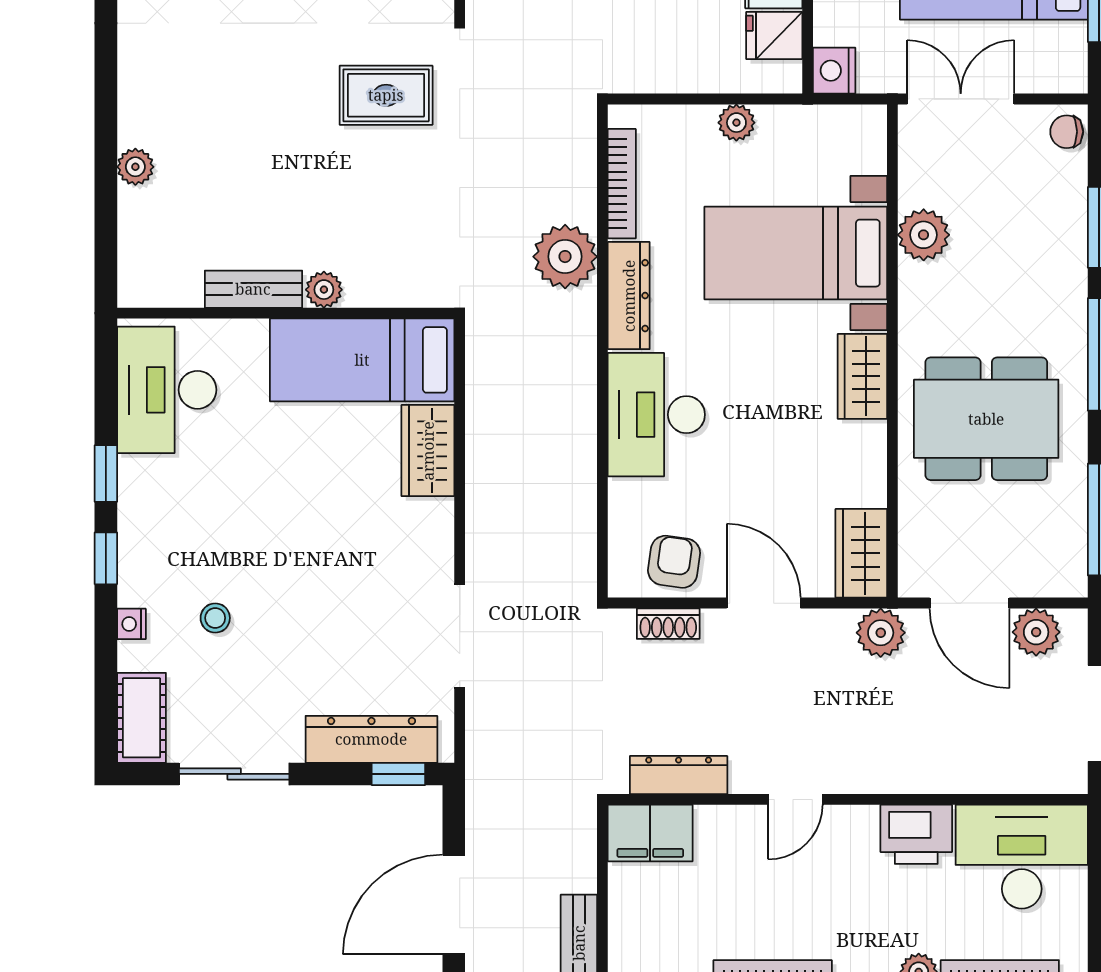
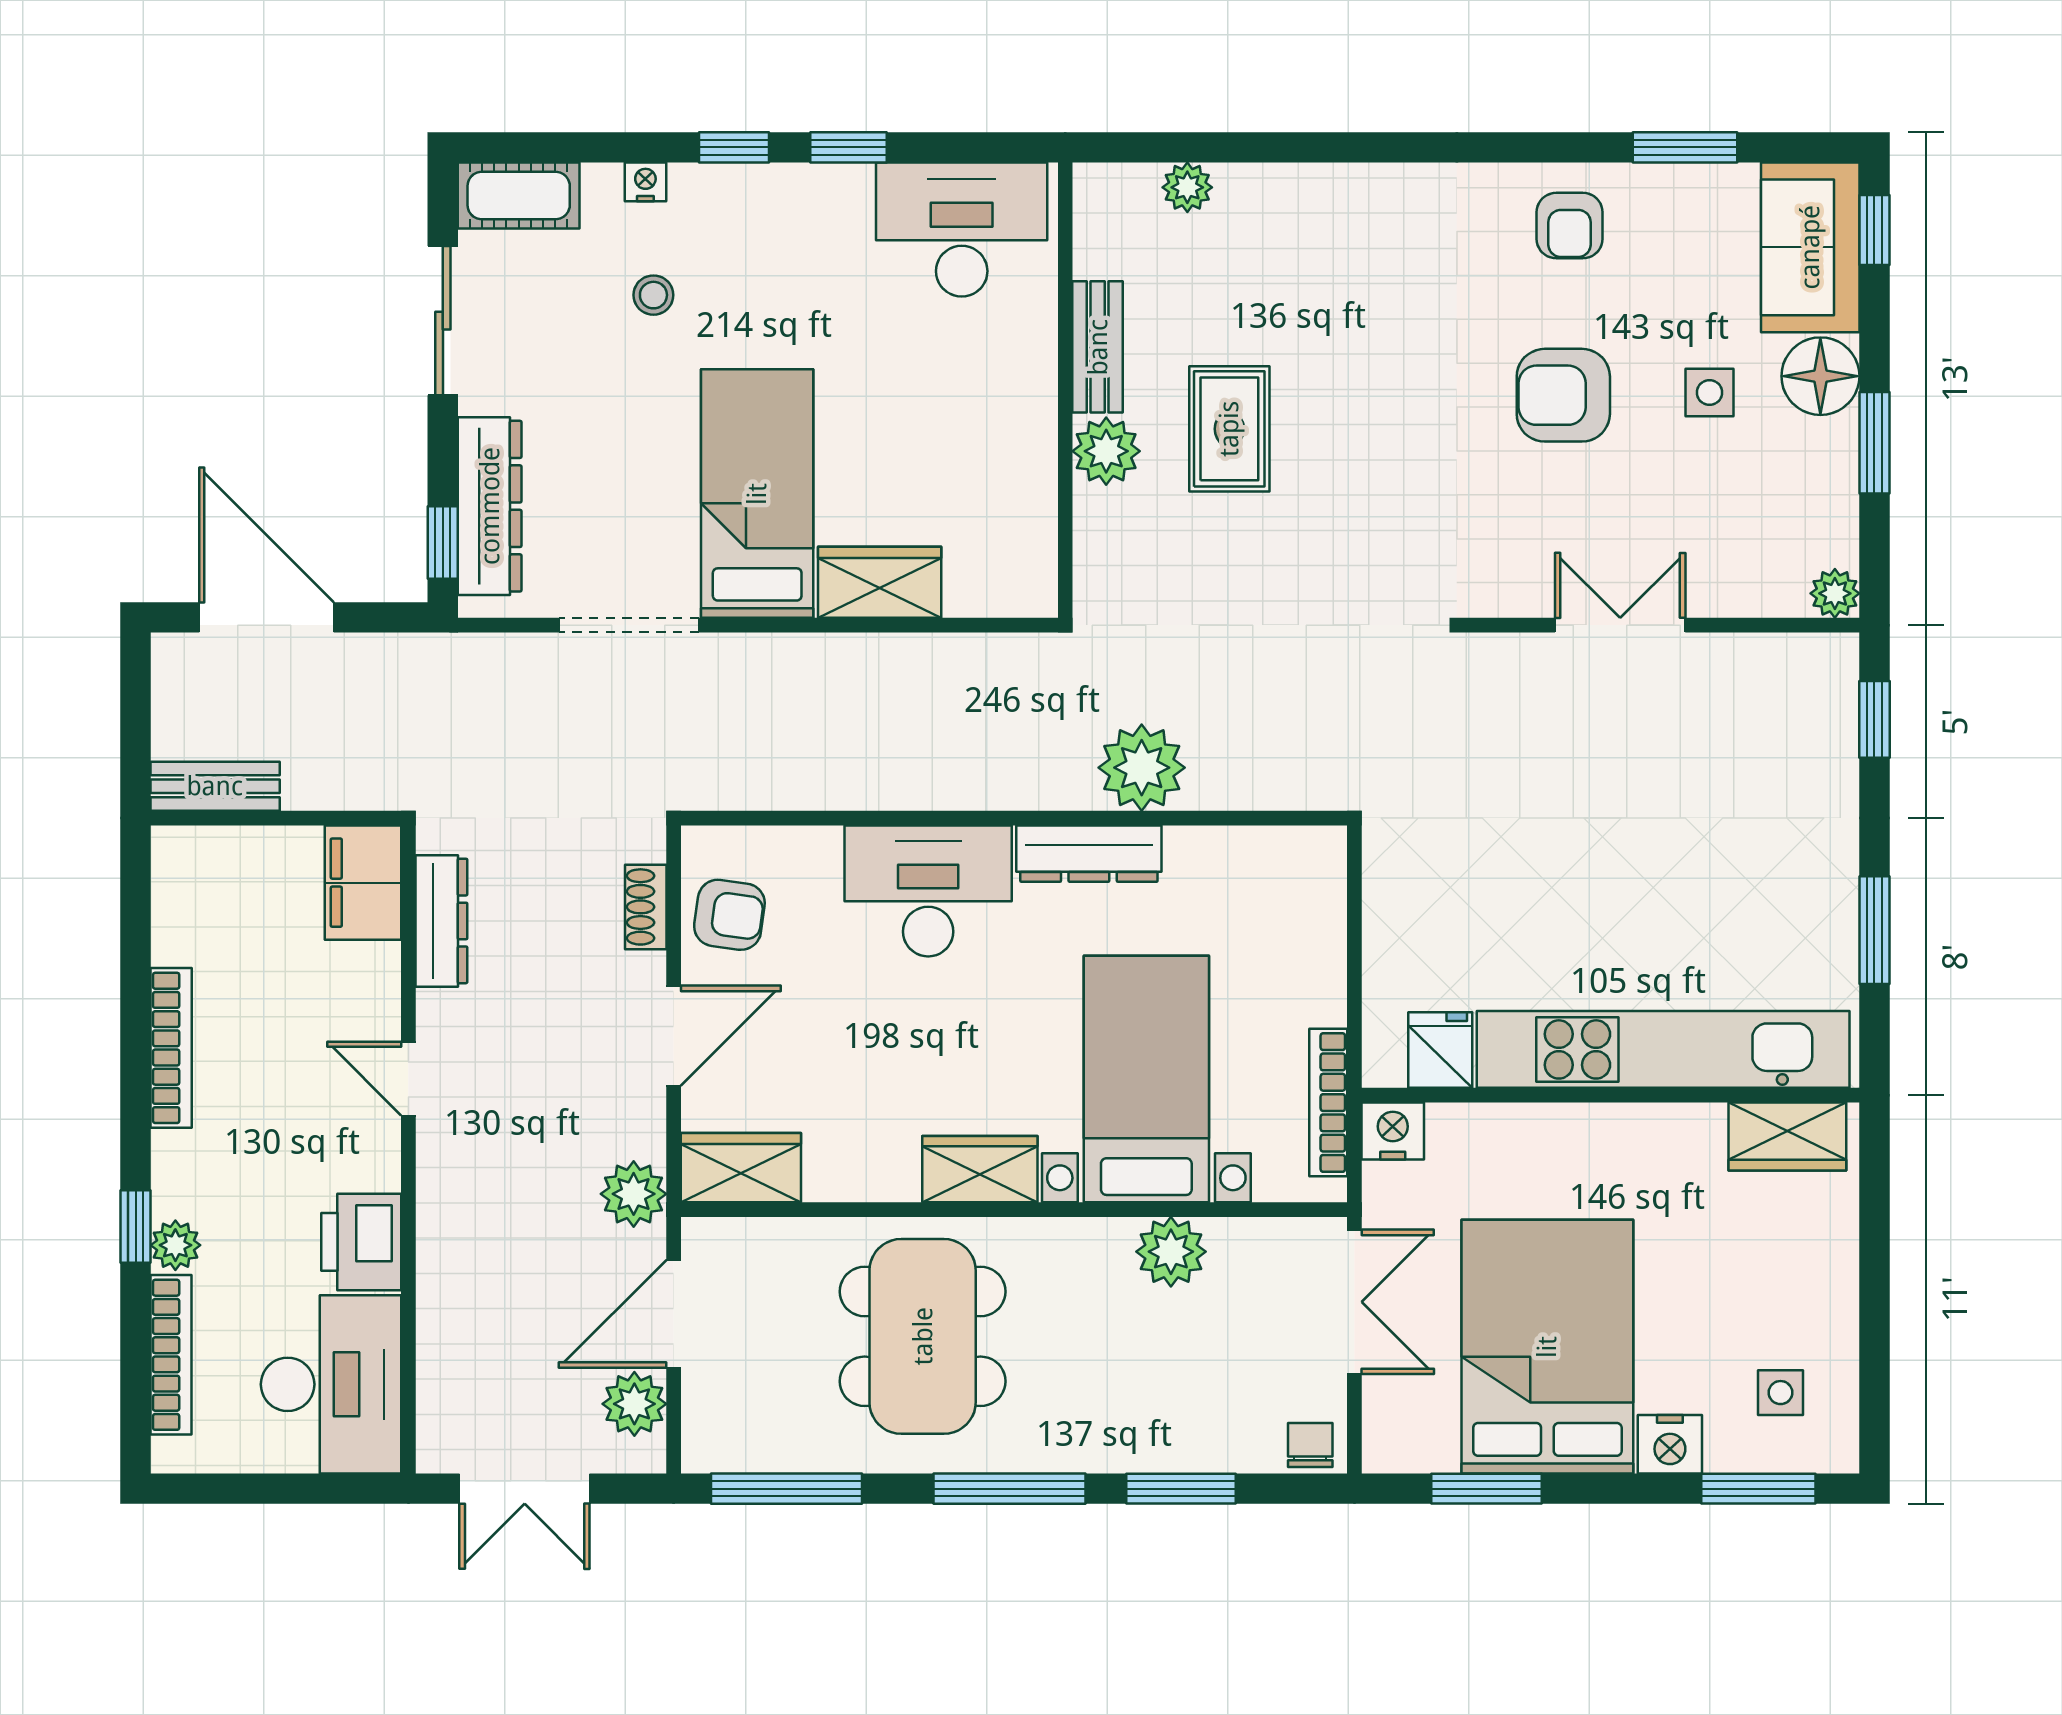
rug: (386, 95) -> (1229, 429), moved
plant: (736, 123) -> (1323, 999), removed
plant: (135, 167) -> (1187, 187), moved
bookcase: (622, 184) -> (1328, 1103), moved, turned 90
plant: (324, 290) -> (1106, 451), width x1.38, depth x1.38
bed: (362, 360) -> (757, 494), moved

